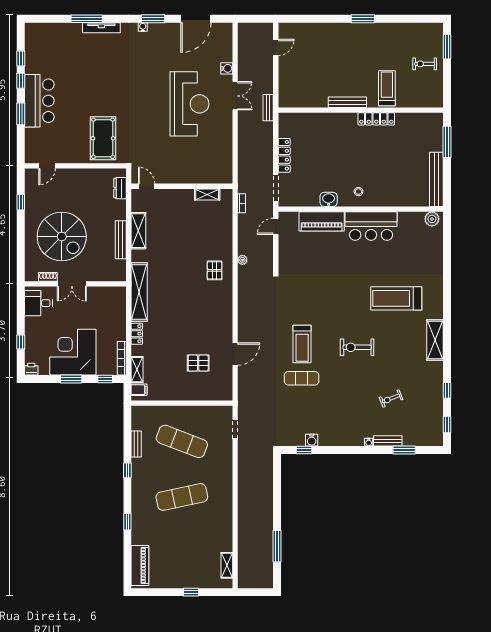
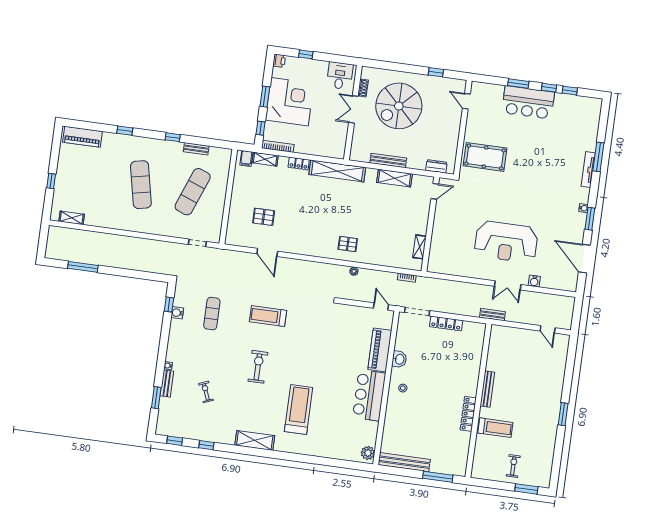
pallet: (198, 363) -> (264, 217), turned 90
exercise mat: (302, 378) -> (212, 314), moved

